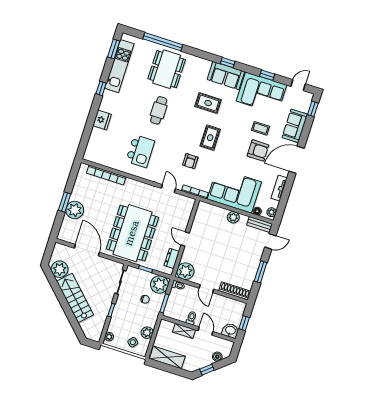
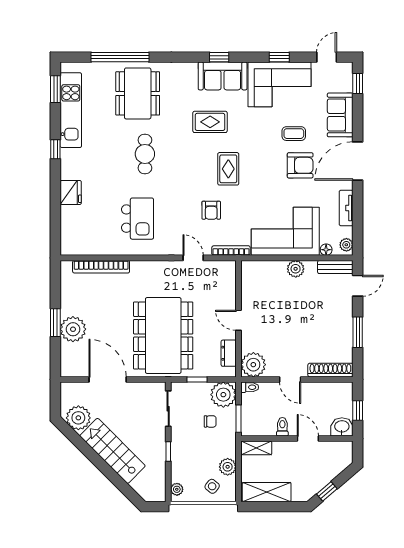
shelving: (184, 331) -> (256, 448), moved
boiler: (217, 357) -> (335, 469), removed

